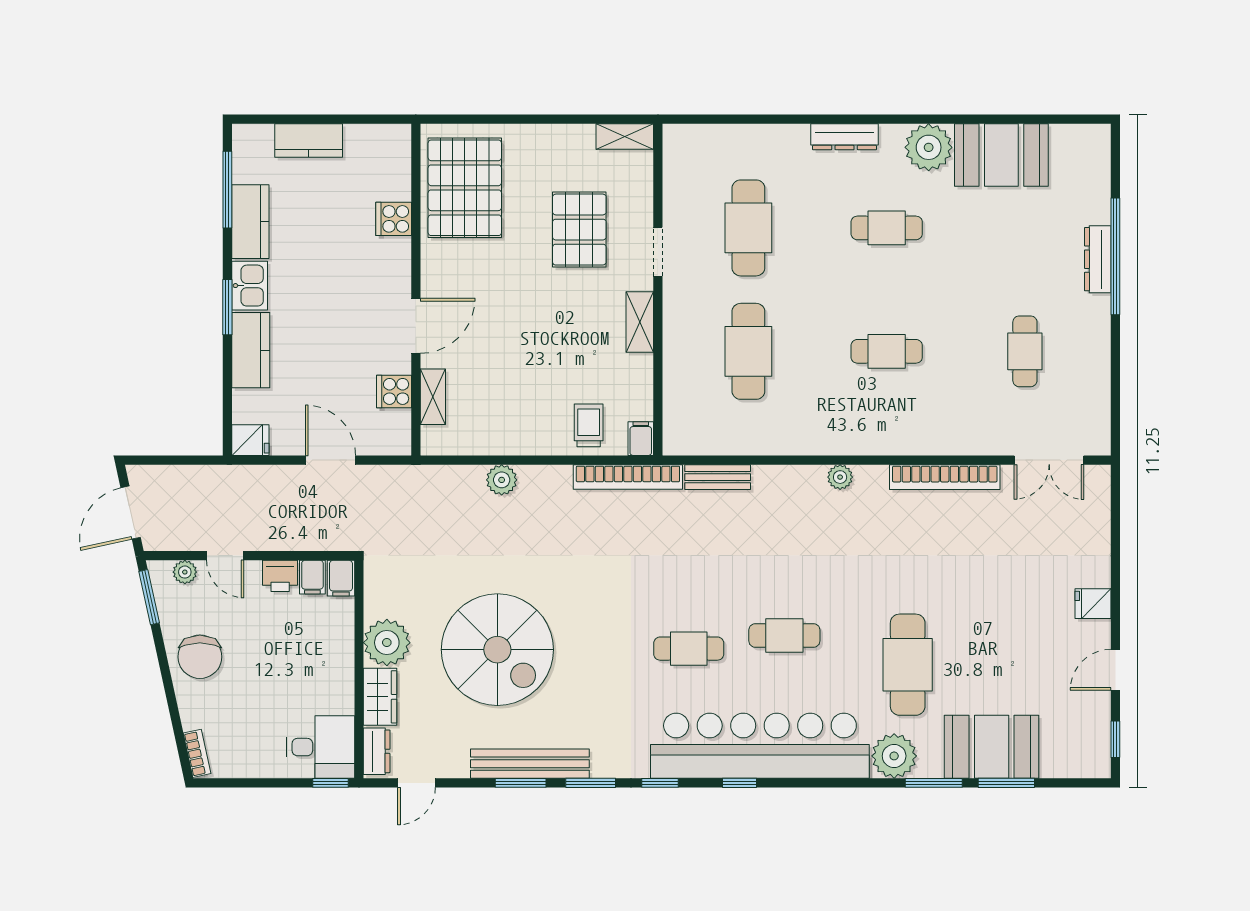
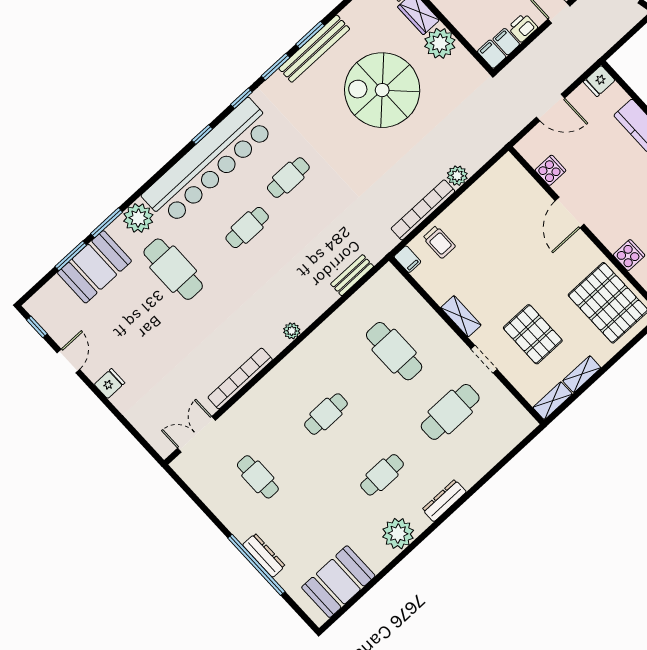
booth: (1001, 155) -> (338, 582), moved
cafe table: (748, 228) -> (450, 412), turned 90
shelving: (433, 397) -> (582, 374), moved, turned 90
bookcase: (628, 477) -> (423, 210), moved

